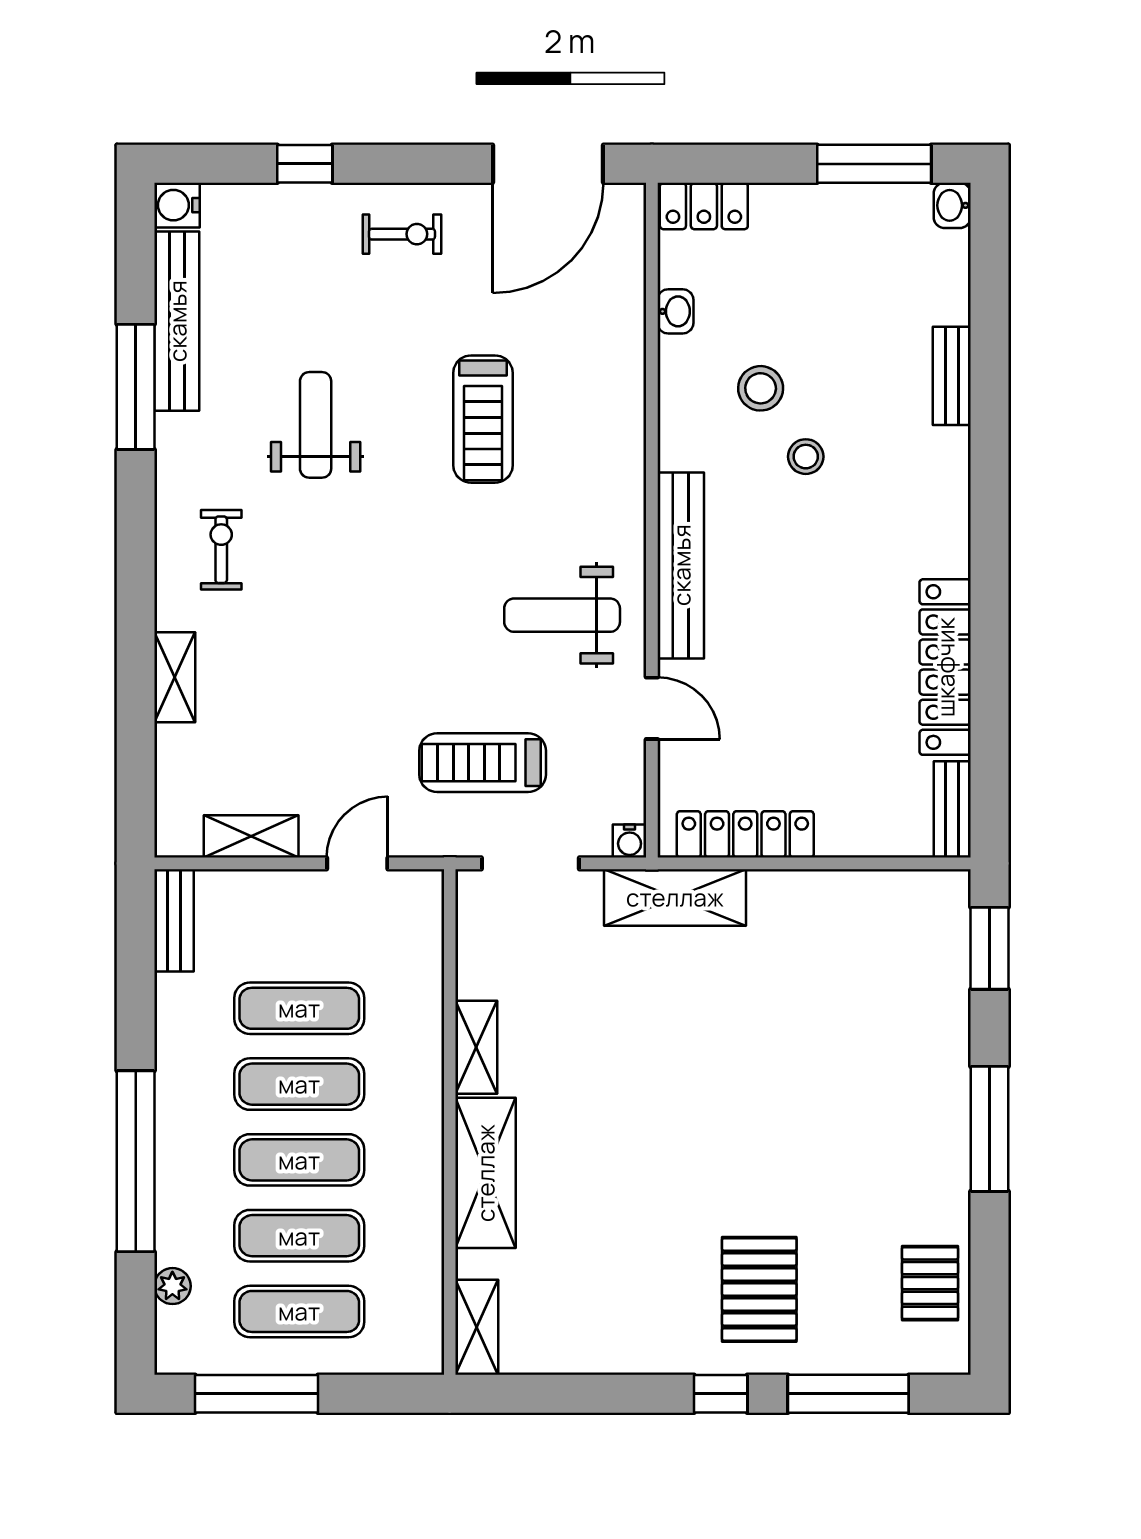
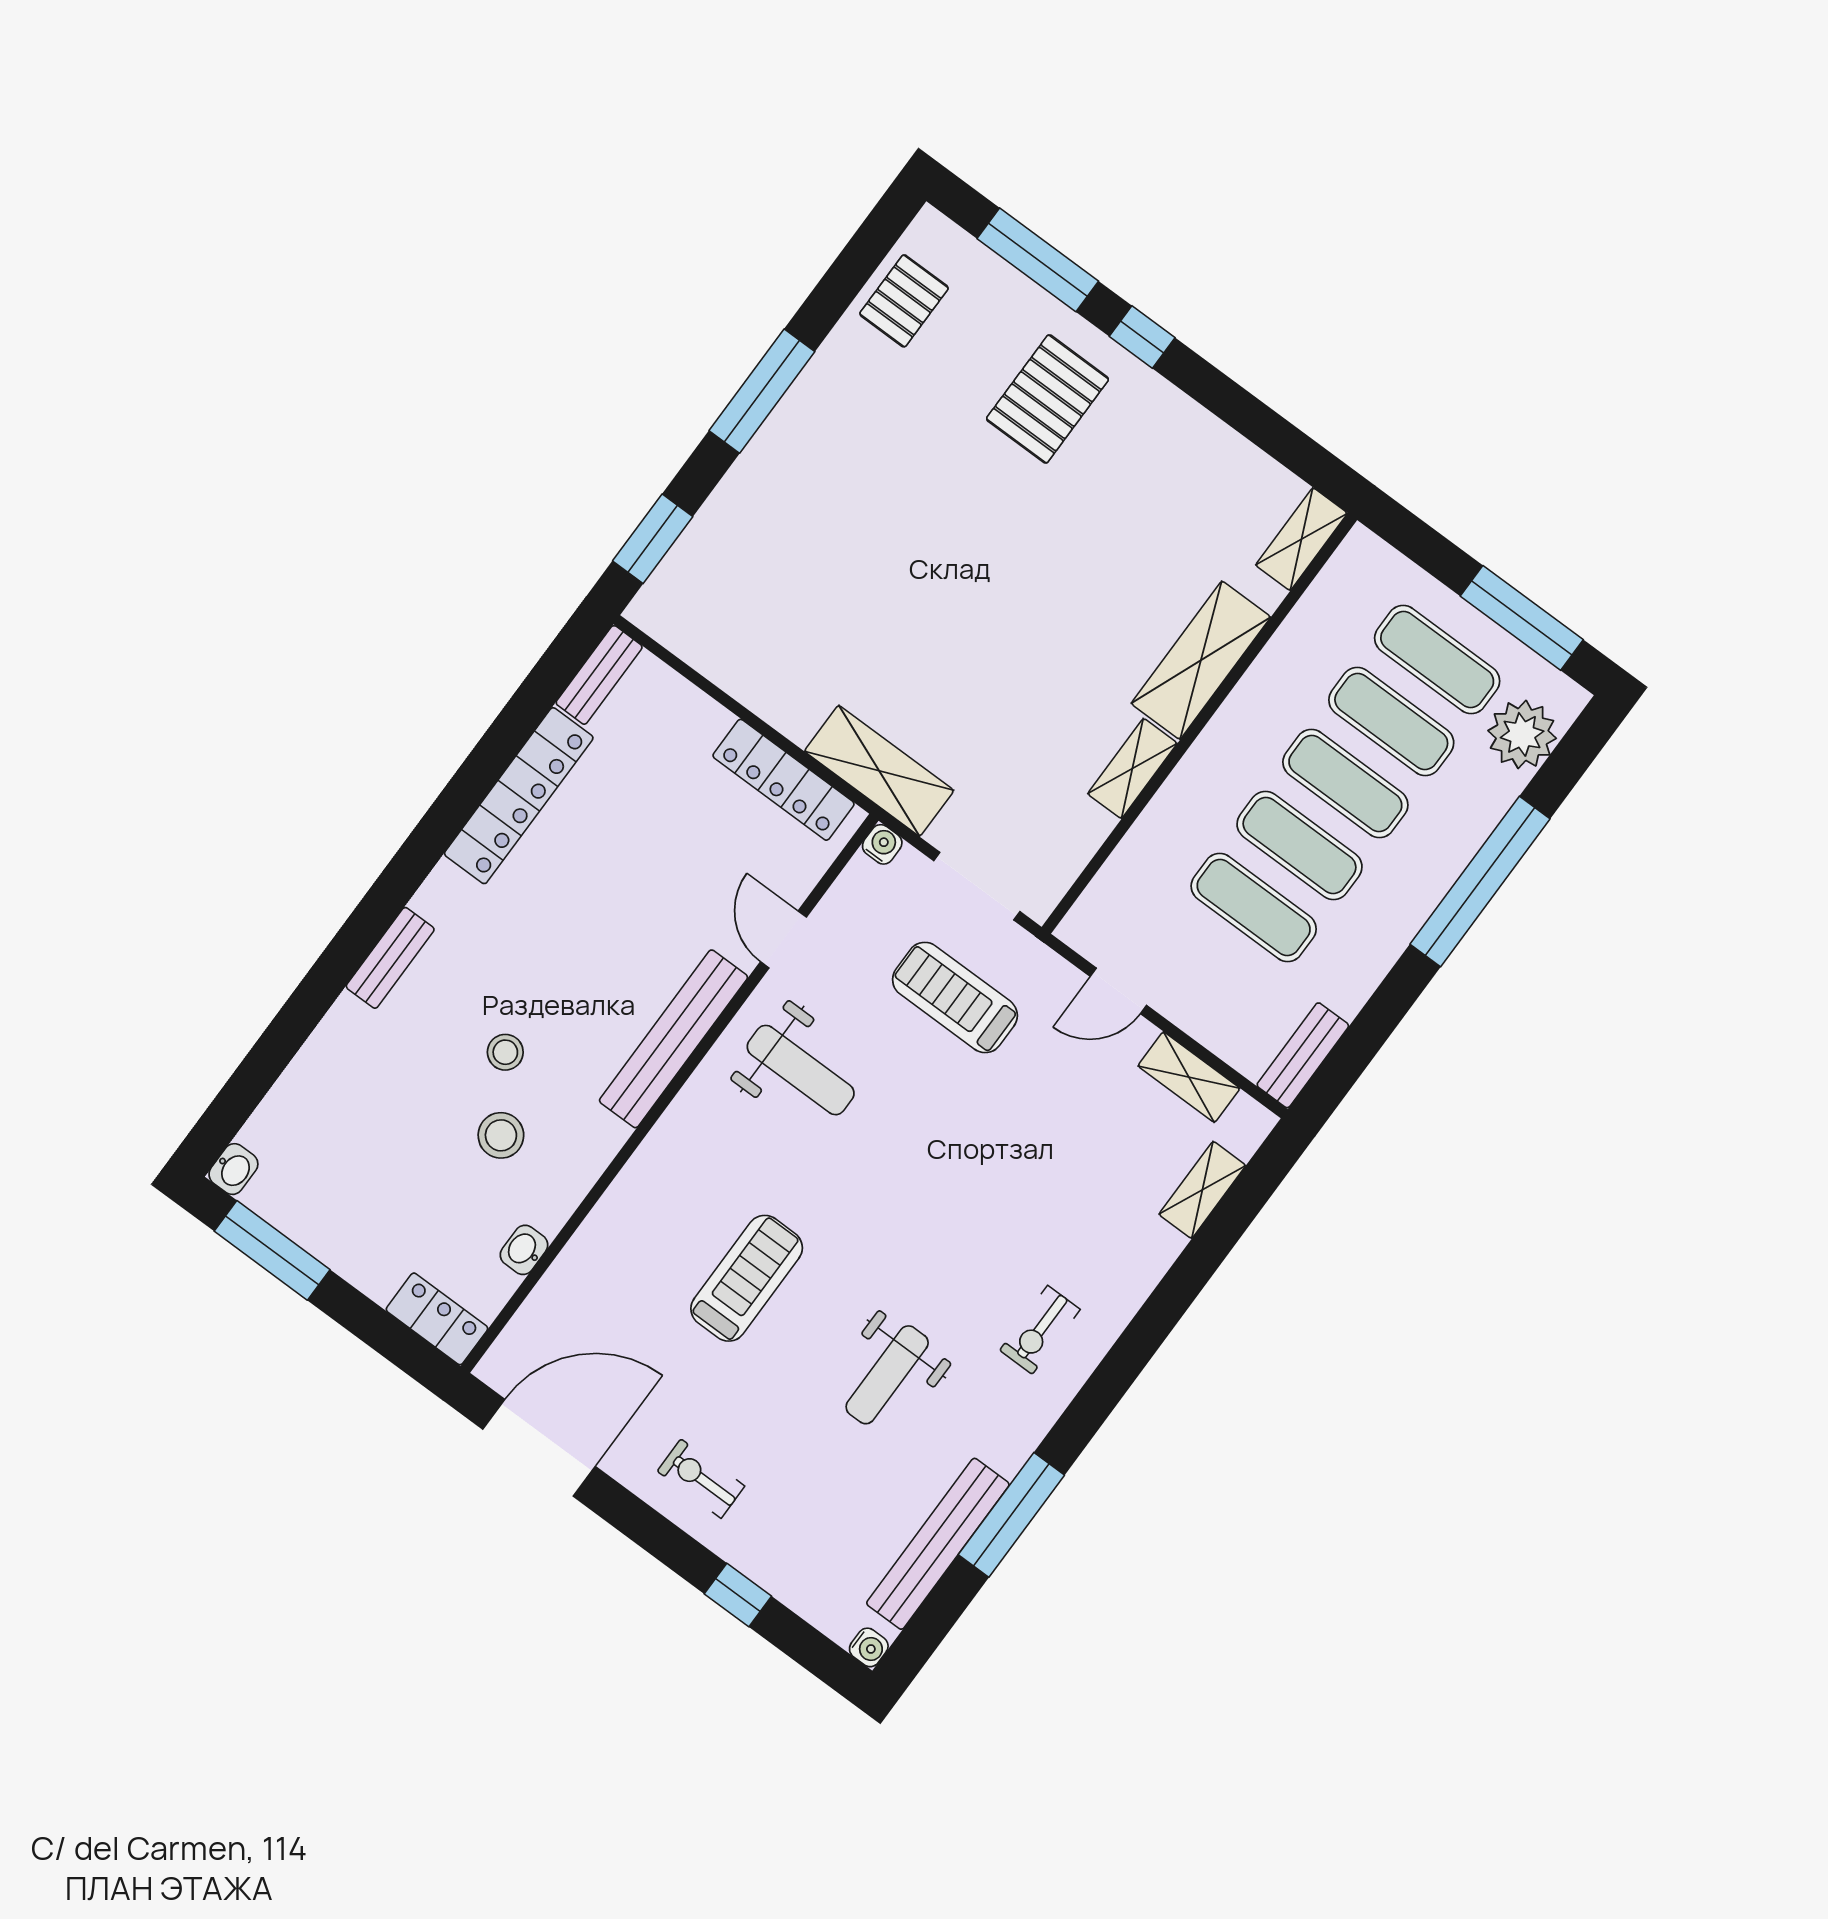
water cooler: (177, 205) -> (869, 1647), width x0.72, depth x0.72
bench: (952, 376) -> (390, 958), moved
shelving: (175, 677) -> (1202, 1190), moved
treadmill: (483, 763) -> (955, 997), turned 180
plant: (172, 1286) -> (1522, 734), width x1.87, depth x1.87

